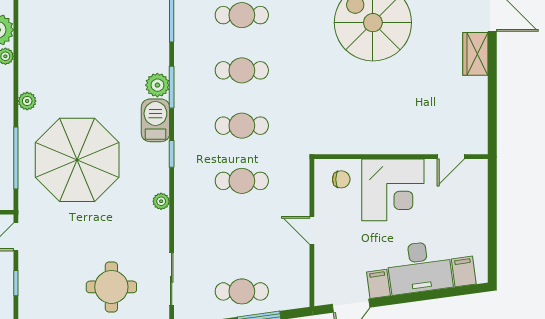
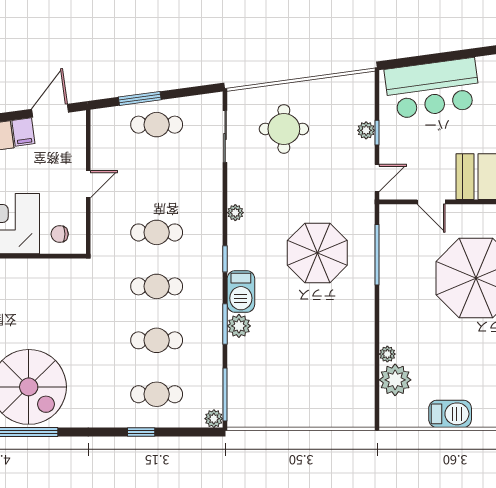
plant: (27, 101) -> (366, 130), moved
parasol: (77, 160) -> (317, 253), width x0.73, depth x0.73
door: (312, 230) -> (88, 184), hinge flipped

